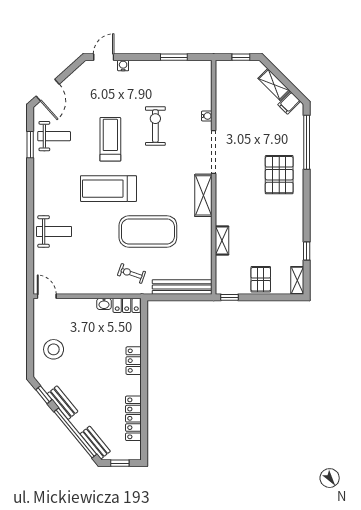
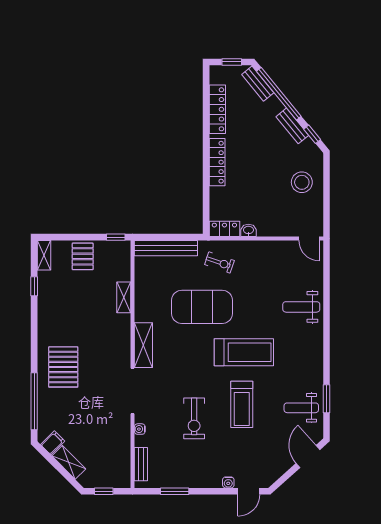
bench: (206, 83) -> (141, 464), added
locker: (134, 361) -> (217, 162), width x1.53

